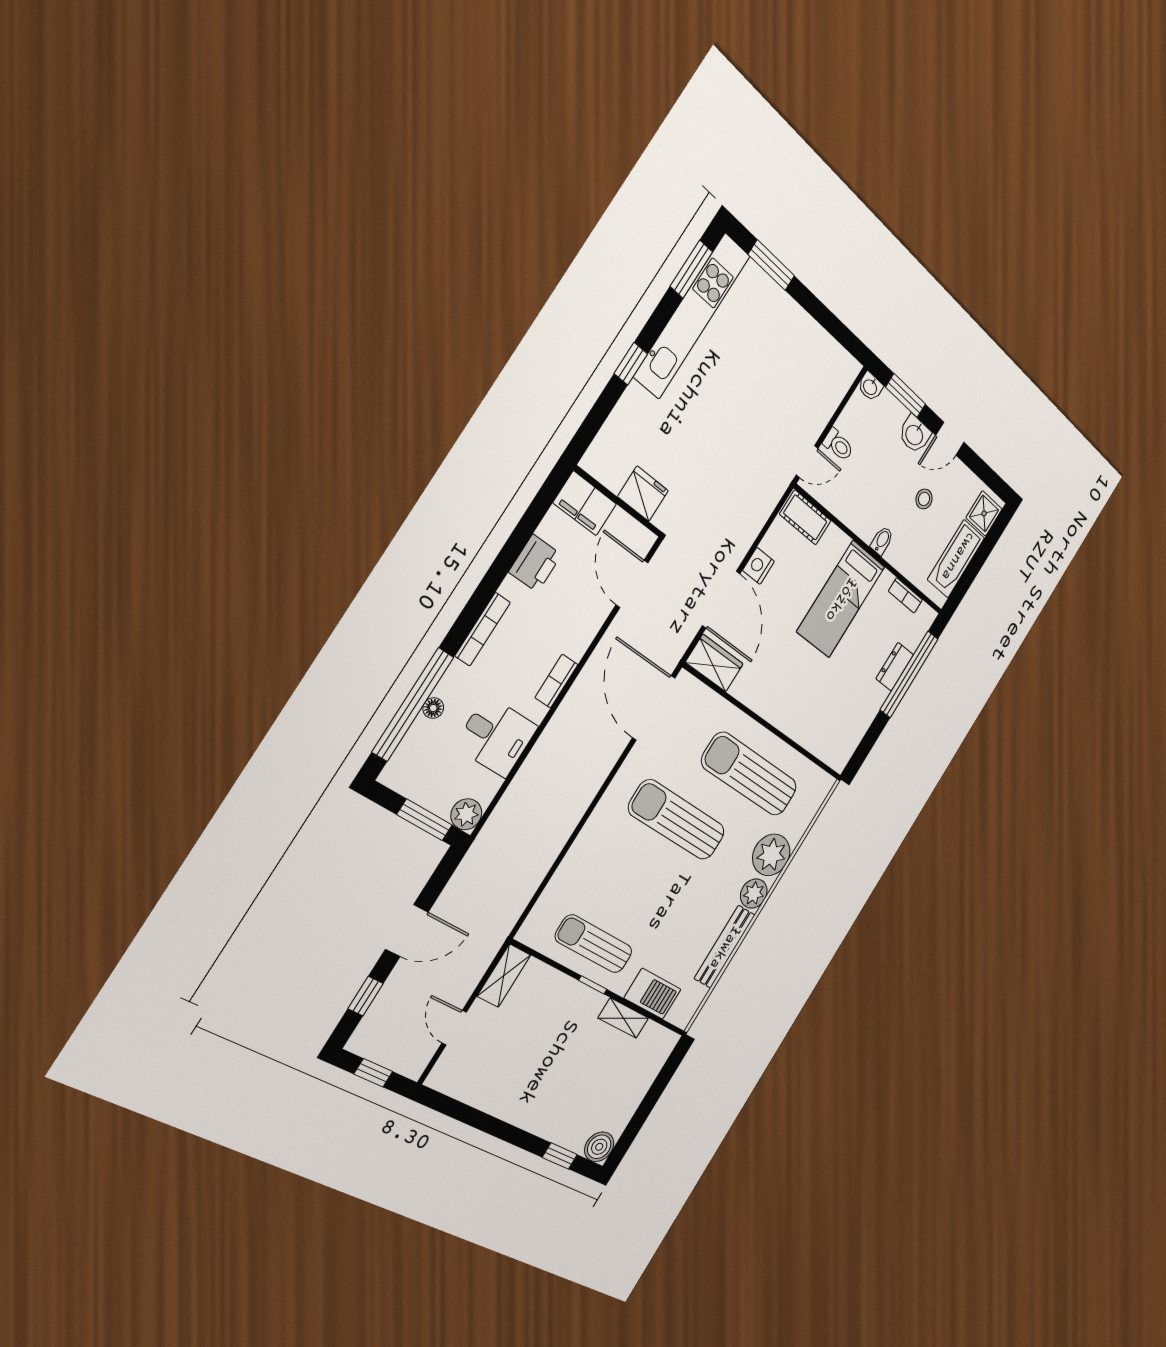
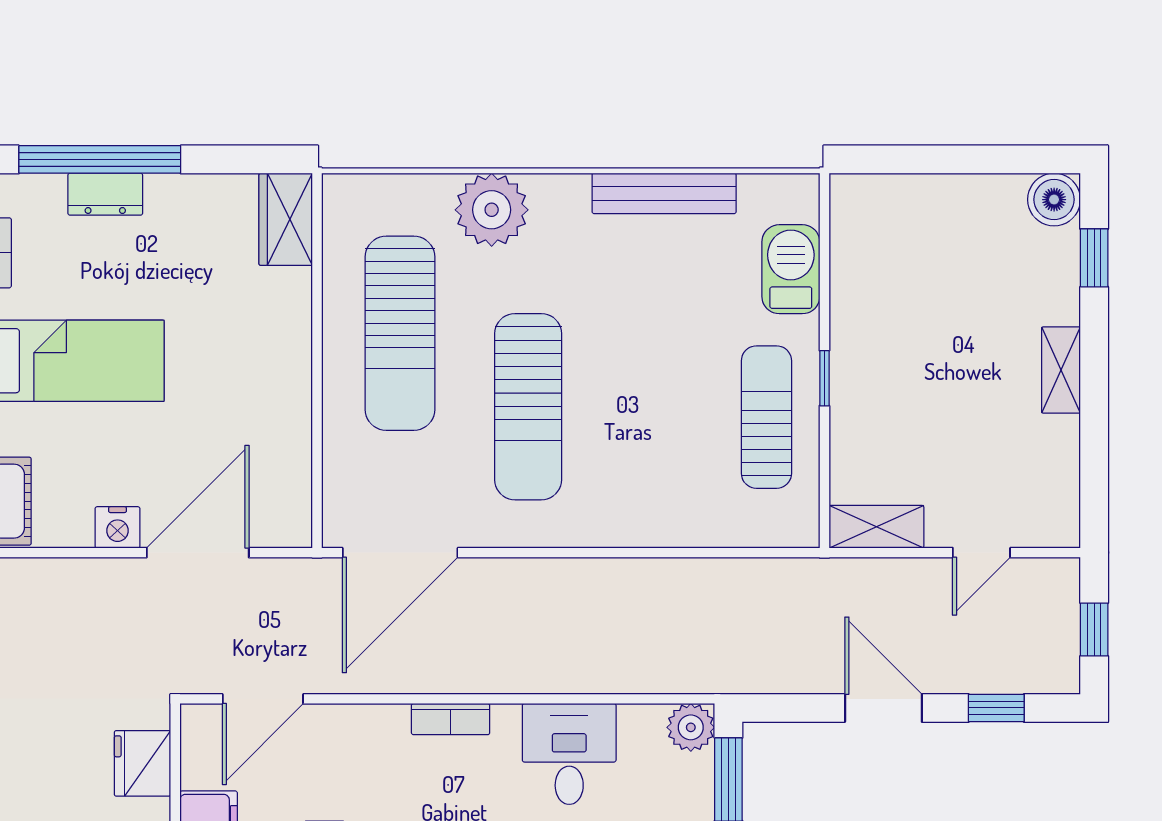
wardrobe: (714, 663) -> (286, 219), moved
plant: (754, 894) -> (562, 199), removed
sun lounger: (594, 944) -> (766, 417), turned 180
shelving: (623, 1018) -> (1061, 370), moved

